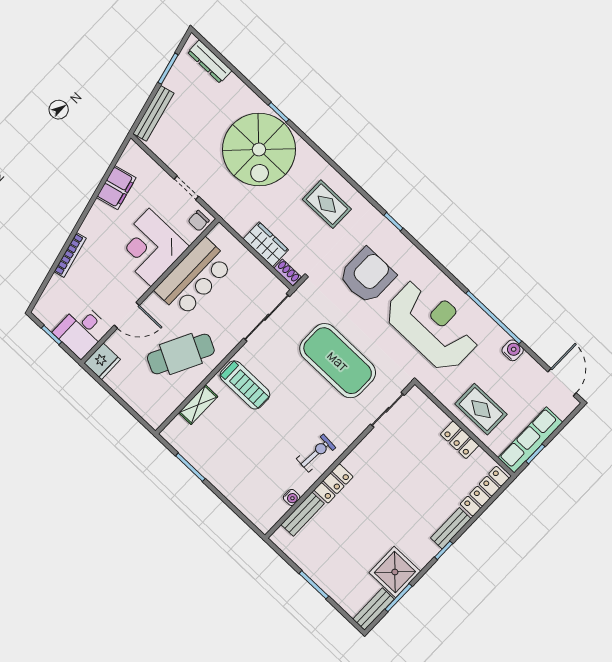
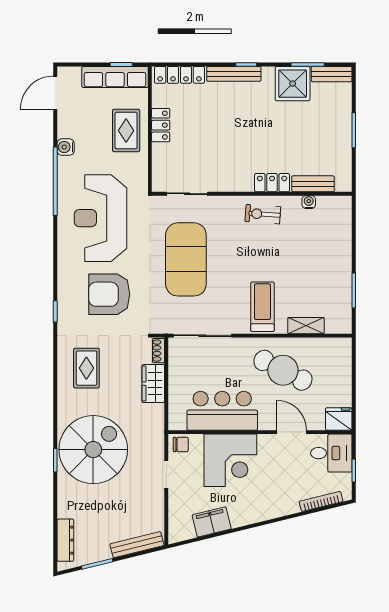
bookcase: (70, 255) -> (321, 501), moved
bench: (451, 528) -> (234, 74), width x1.36

